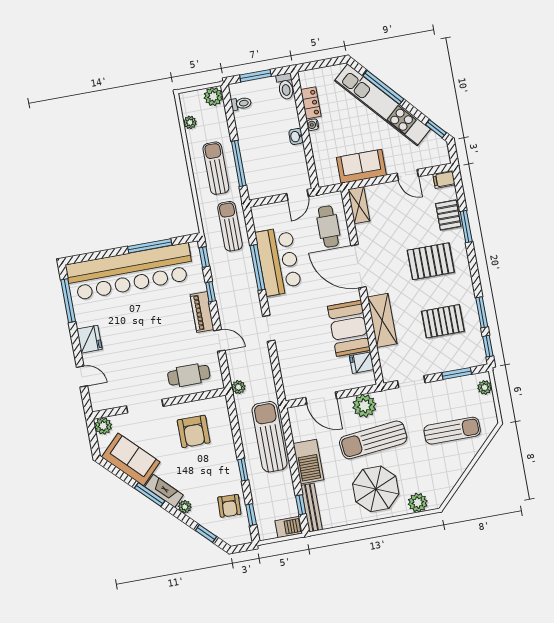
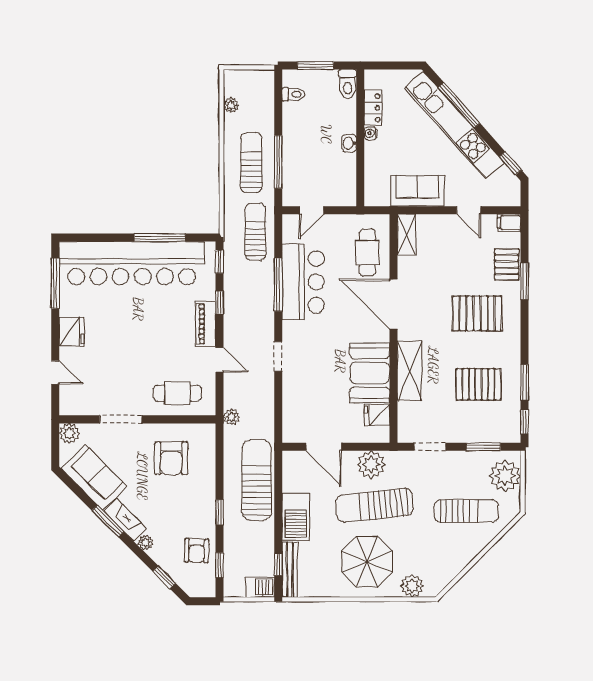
plant: (213, 97) -> (263, 80), removed
door: (297, 195) -> (311, 210), moved
plant: (485, 387) -> (505, 476), width x1.88, depth x1.88

